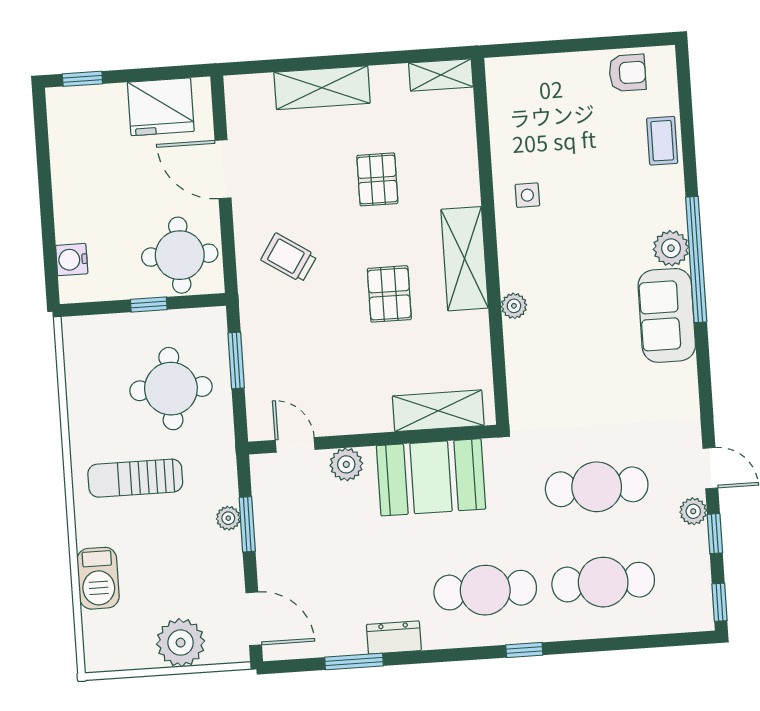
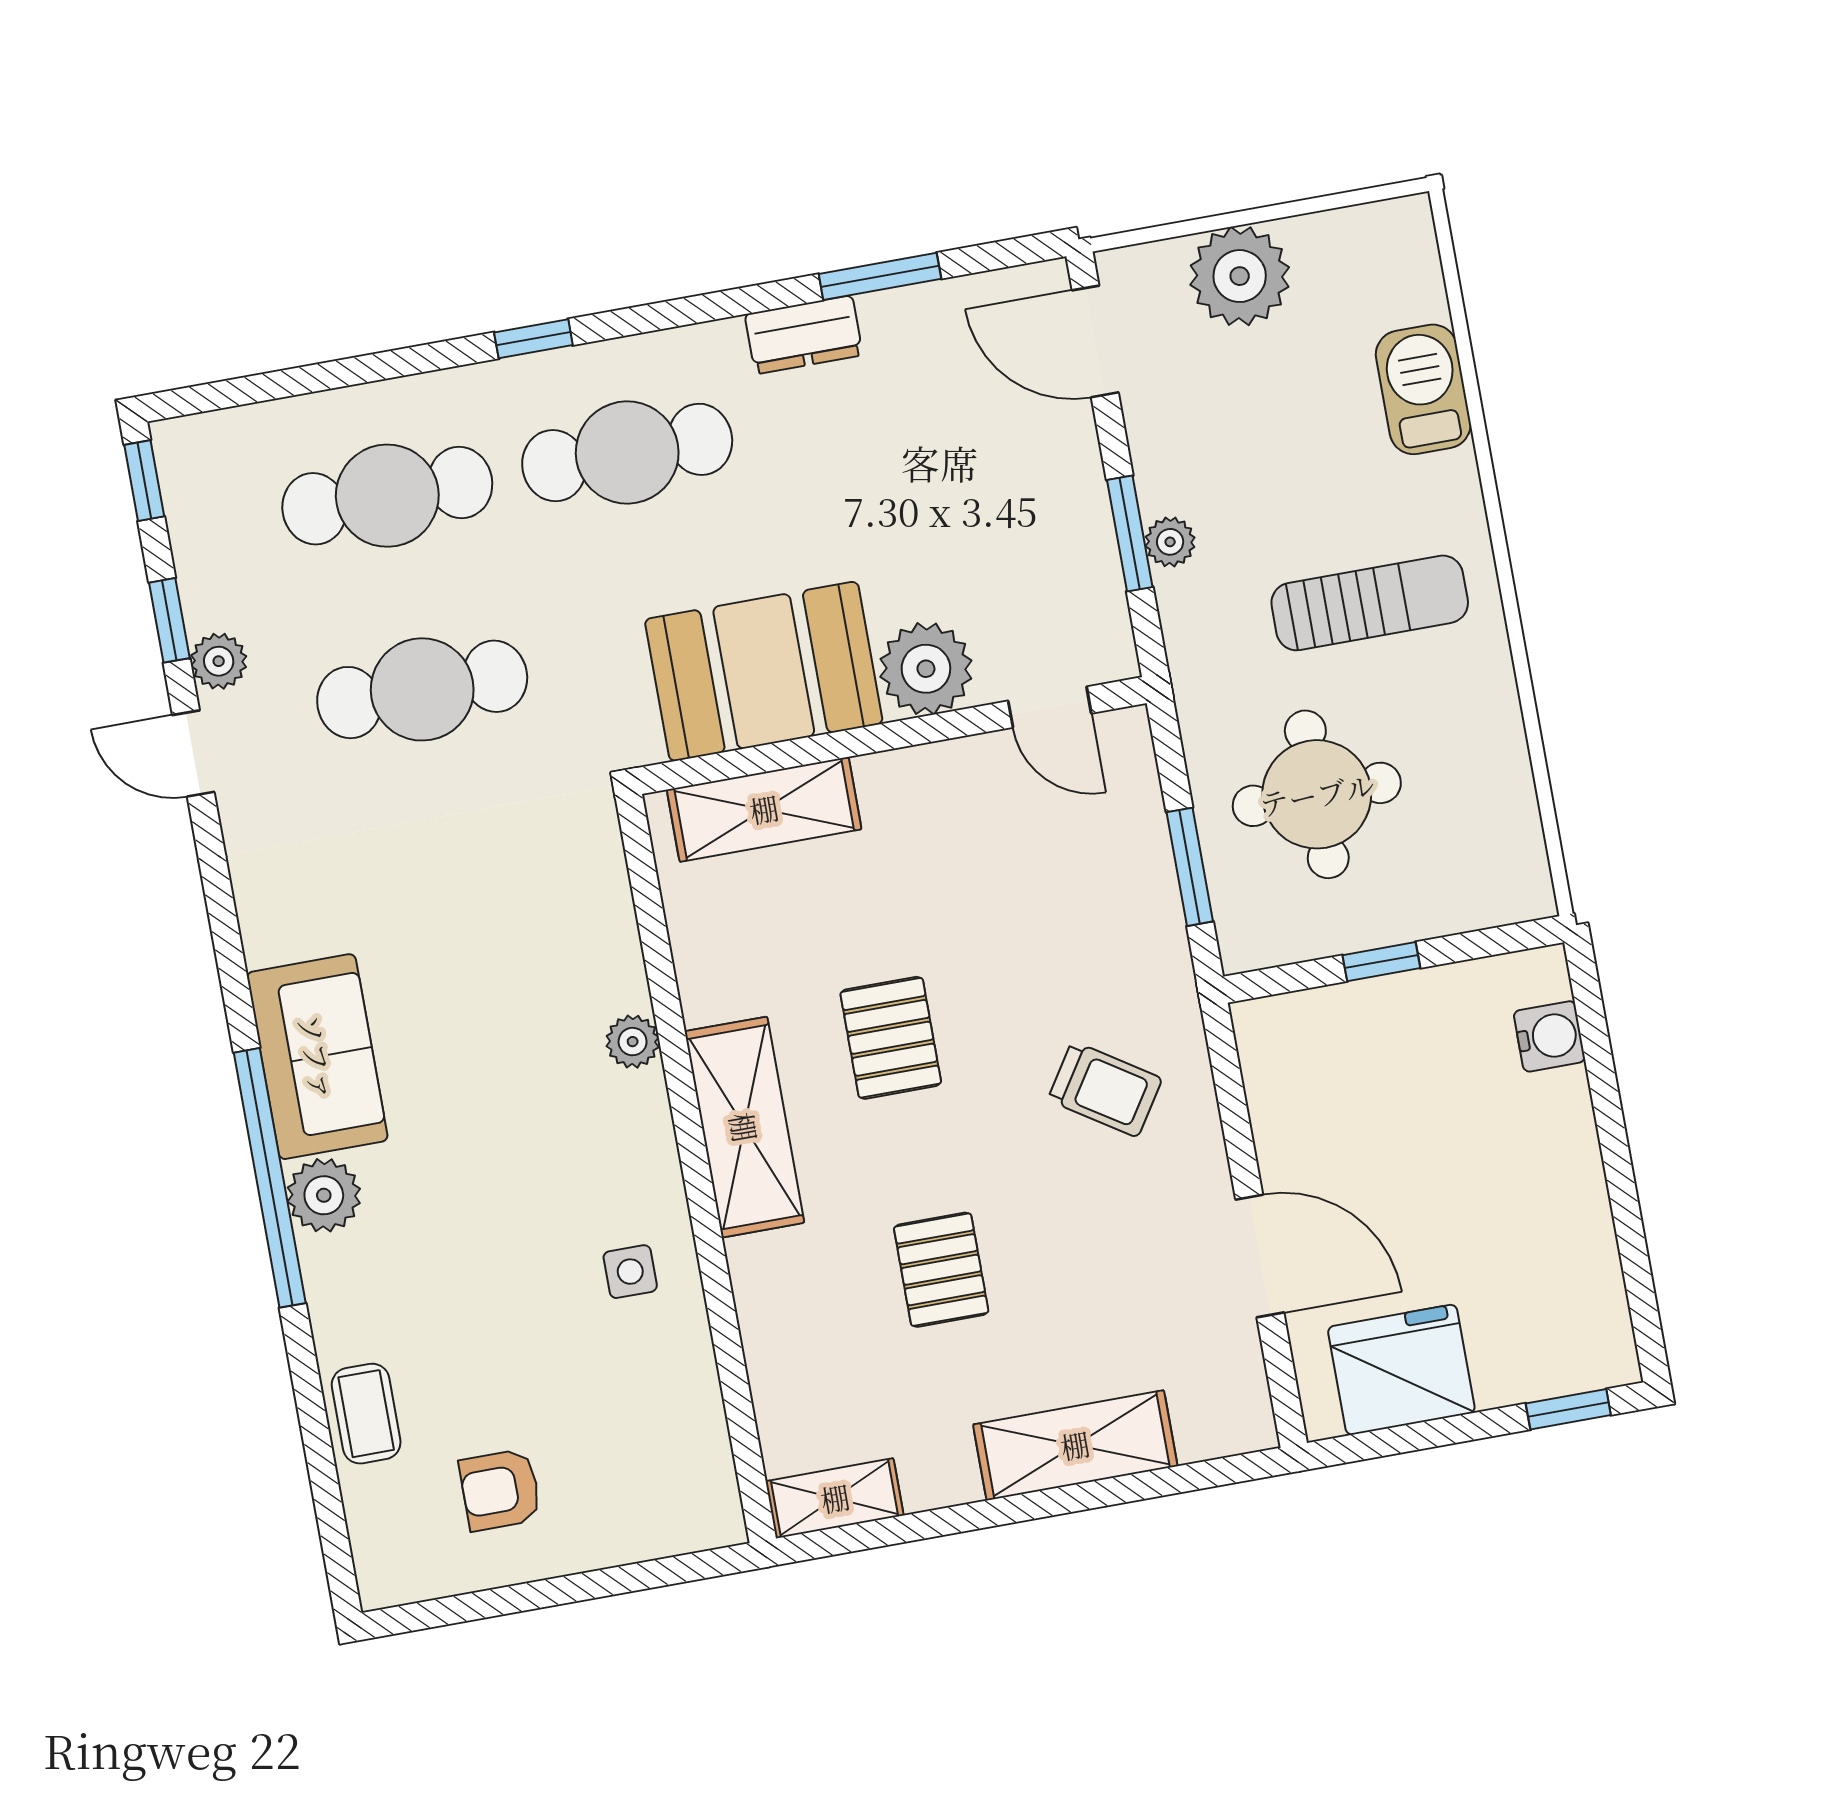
armchair: (627, 73) -> (500, 1490), moved
round table: (180, 255) -> (1329, 1070), removed
plant: (346, 464) -> (926, 669), width x1.36, depth x1.36

